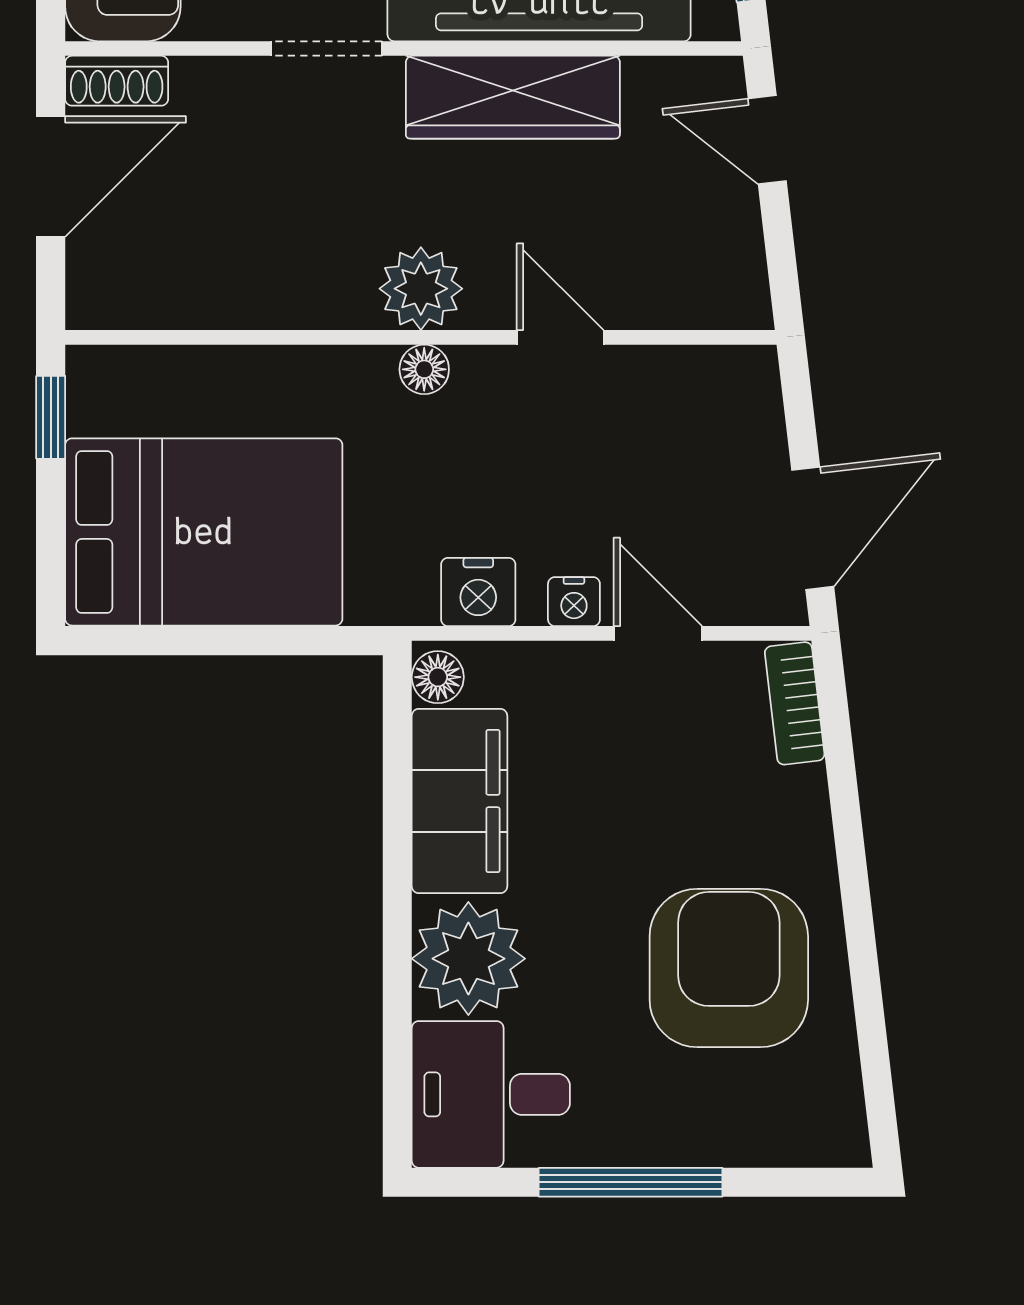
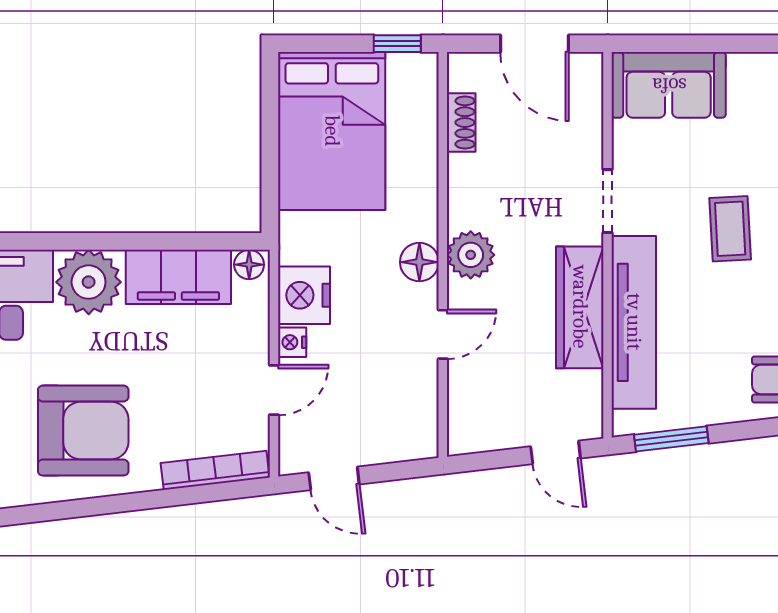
shoe rack: (117, 81) -> (461, 123), moved, turned 180
door: (767, 140) -> (556, 452), swing flipped
floor lamp: (424, 369) -> (419, 262), width x1.37, depth x1.37
door: (813, 528) -> (334, 478), width x0.73
nightstand: (478, 592) -> (304, 295), width x1.36, depth x1.33
bookcase: (795, 703) -> (215, 470), width x1.56

